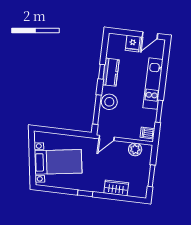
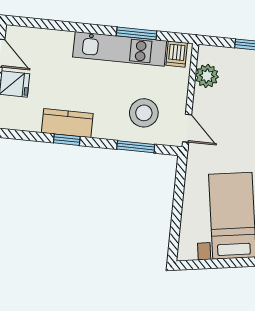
kitchen unit: (153, 84) -> (120, 49), moved
stool: (109, 102) -> (144, 113), moved
window: (97, 110) -> (136, 147), width x0.69

